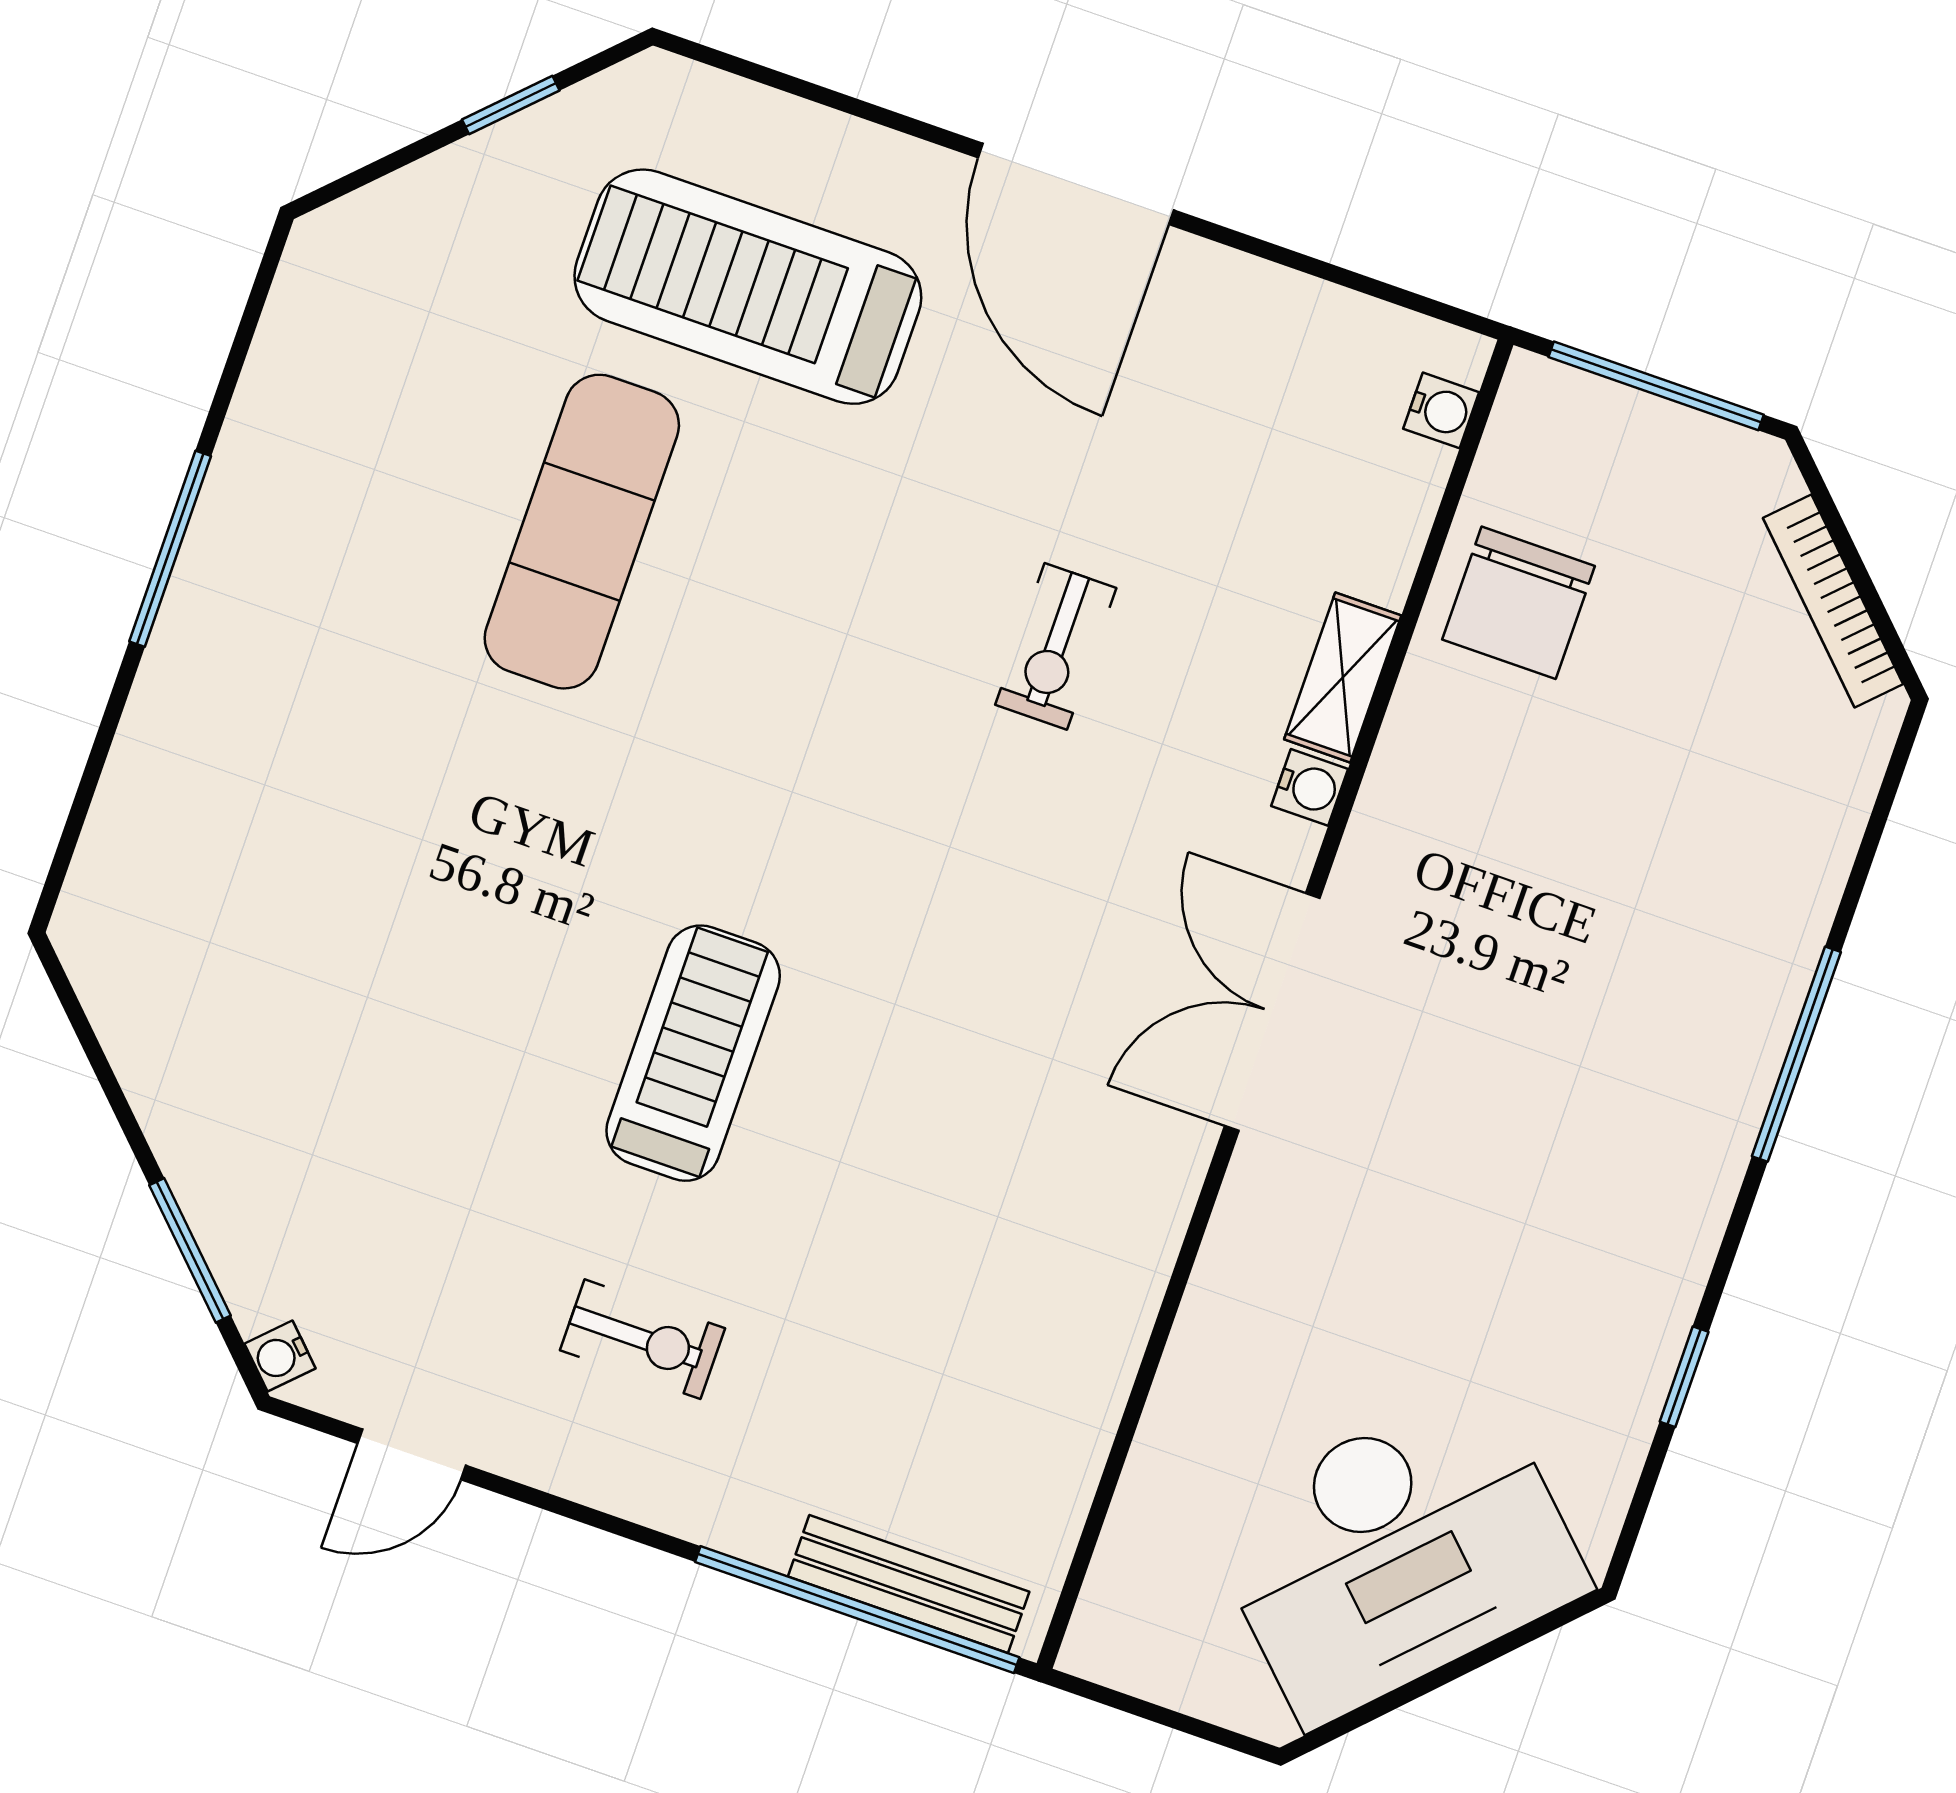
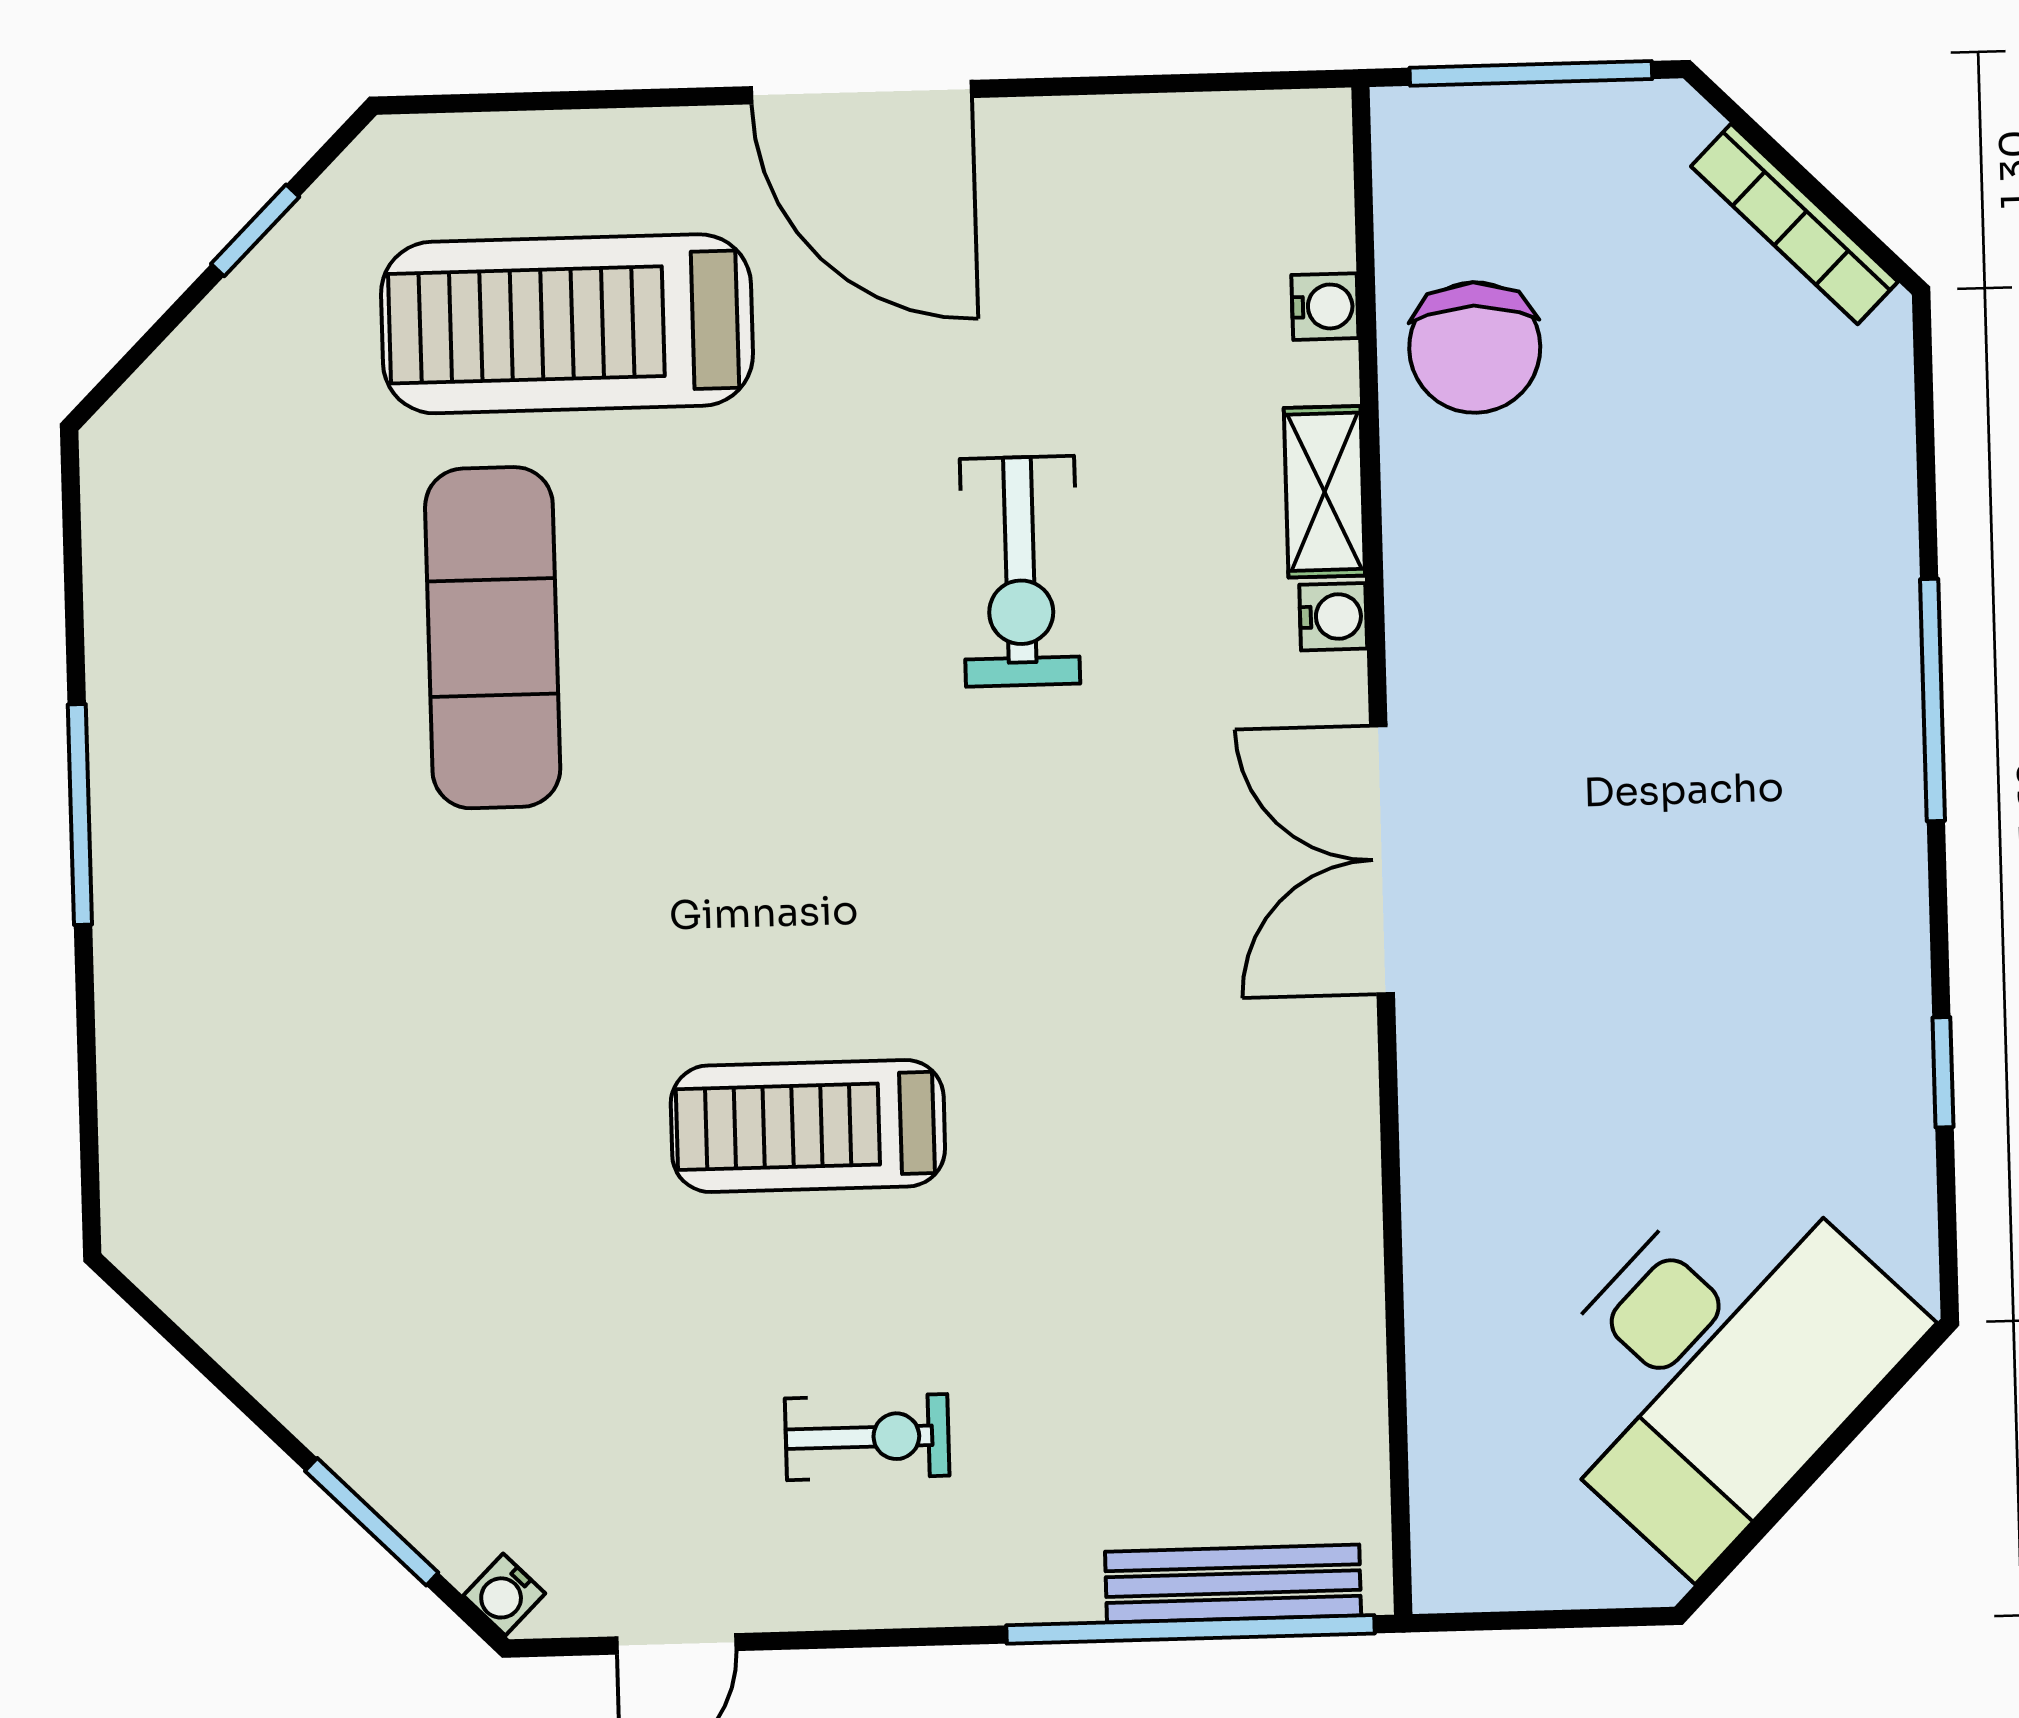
water cooler: (1441, 410) -> (1325, 307), moved
exercise bike: (1056, 646) -> (1020, 571), width x1.38, depth x1.39
treadmill: (693, 1053) -> (808, 1126), turned -90

